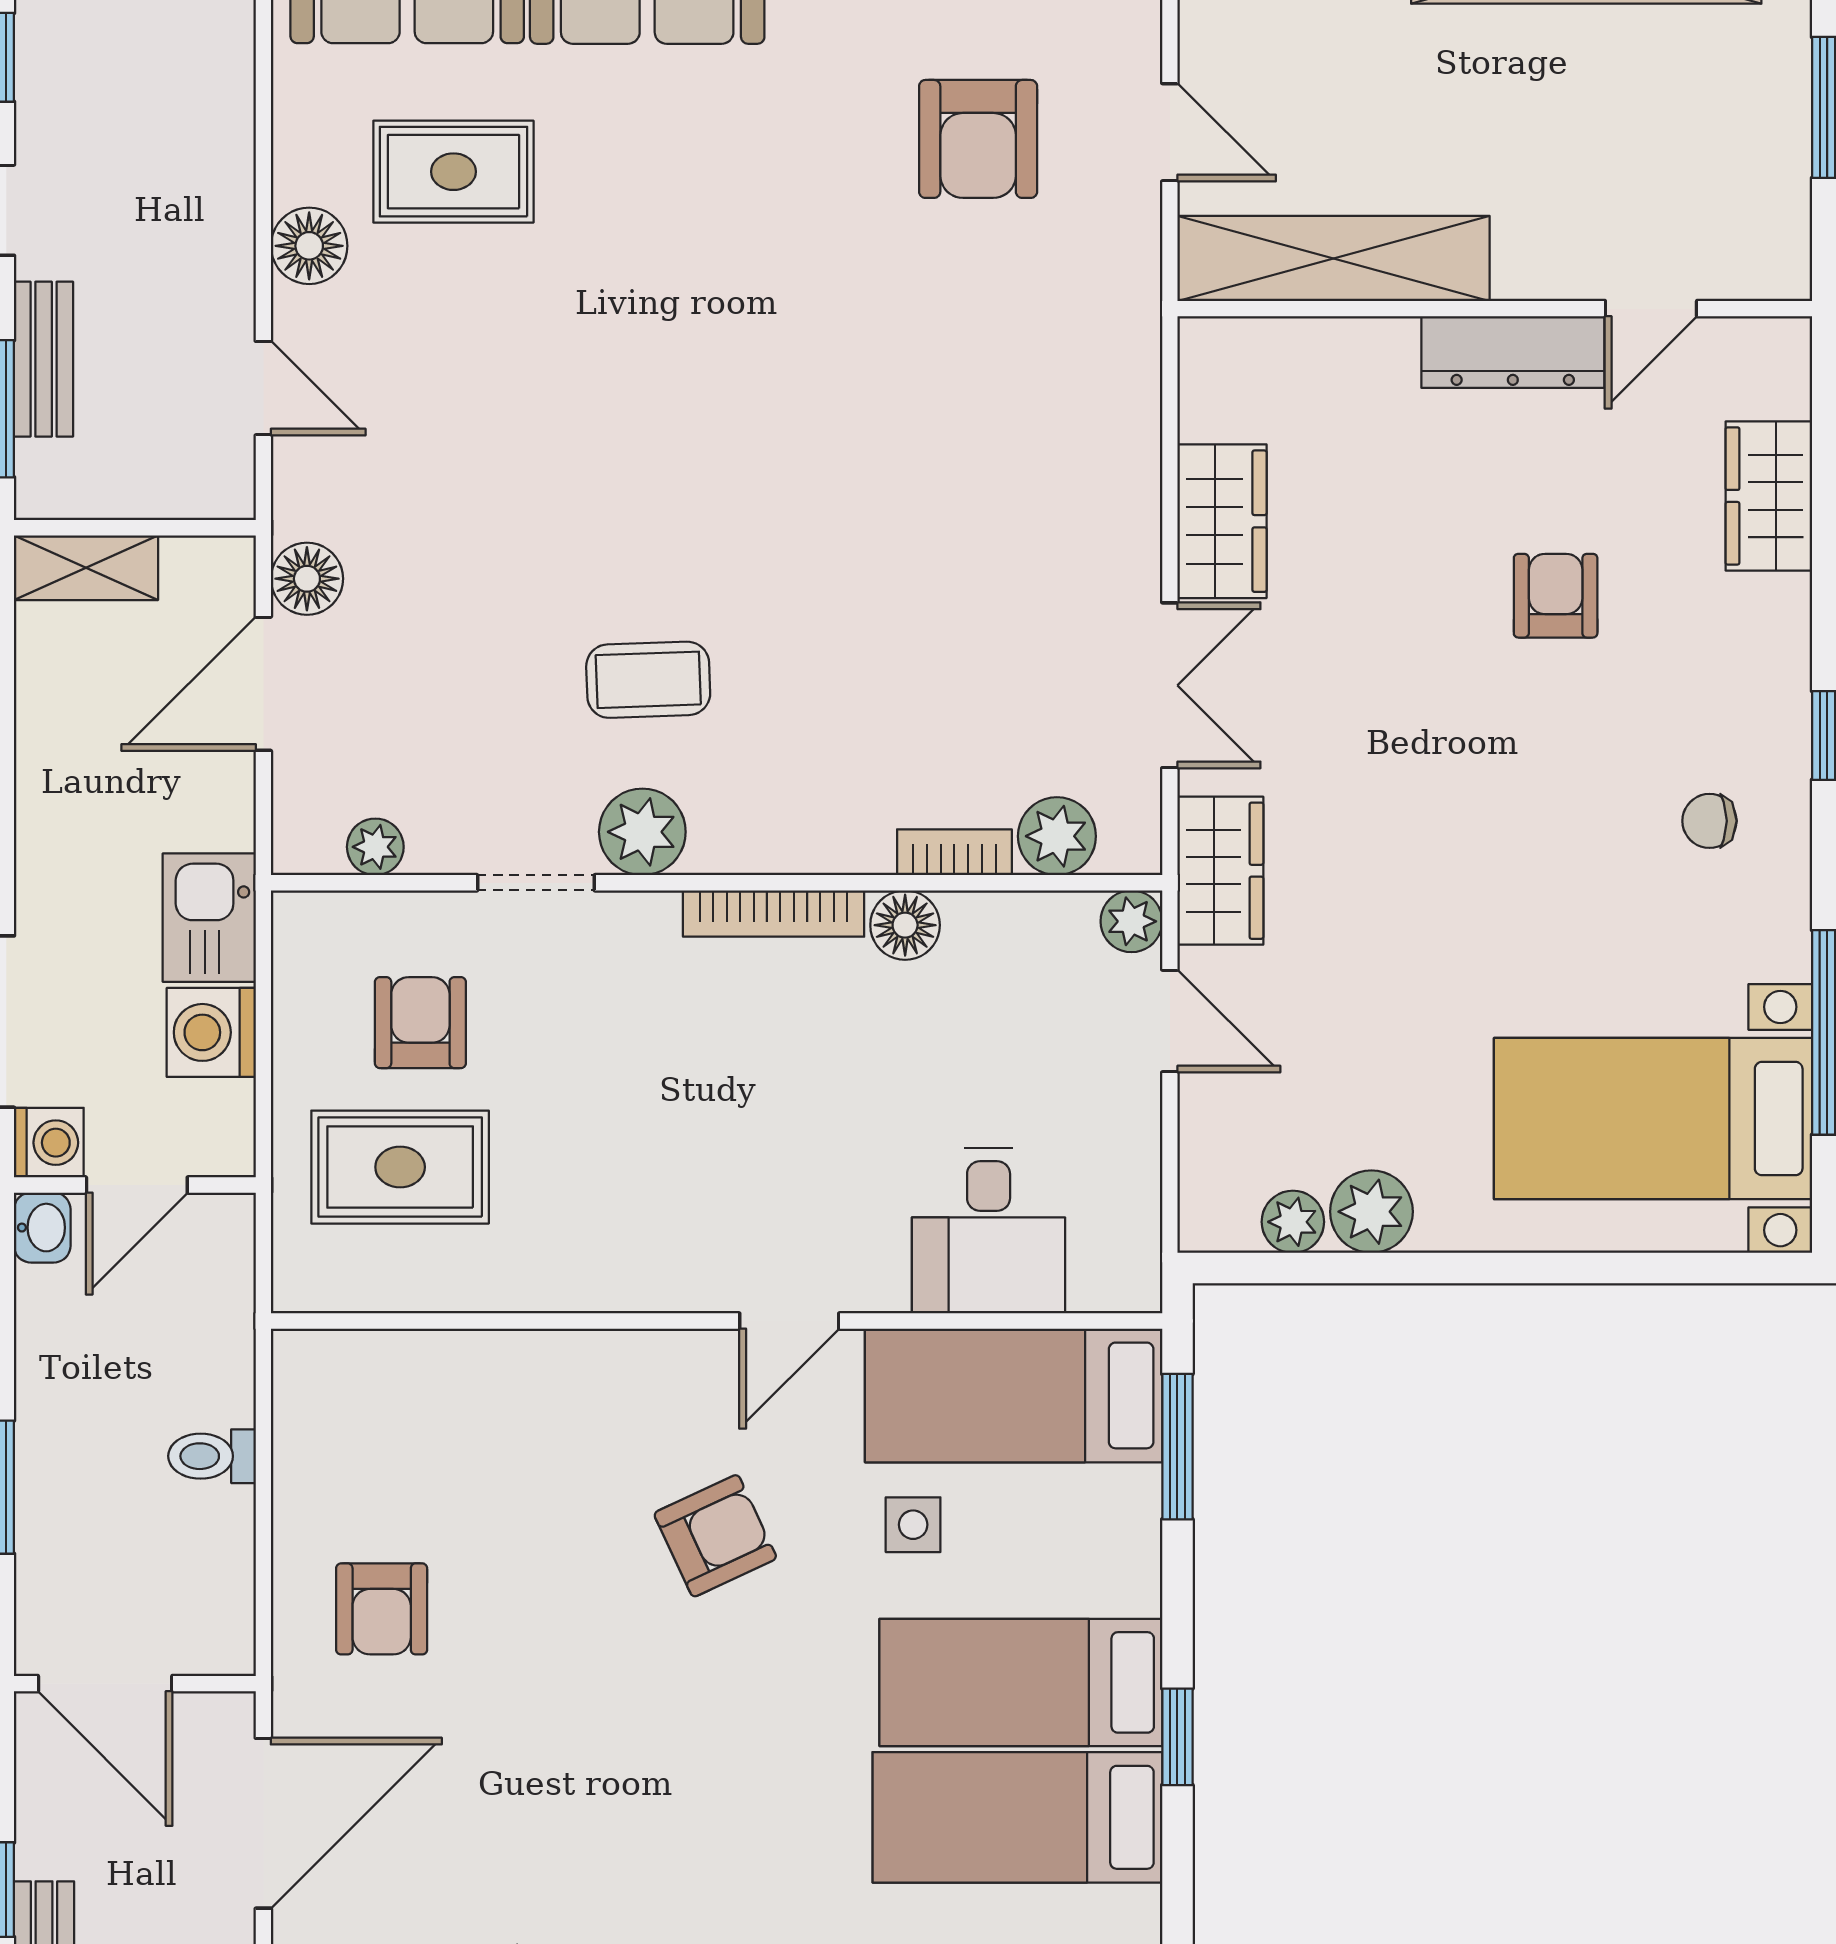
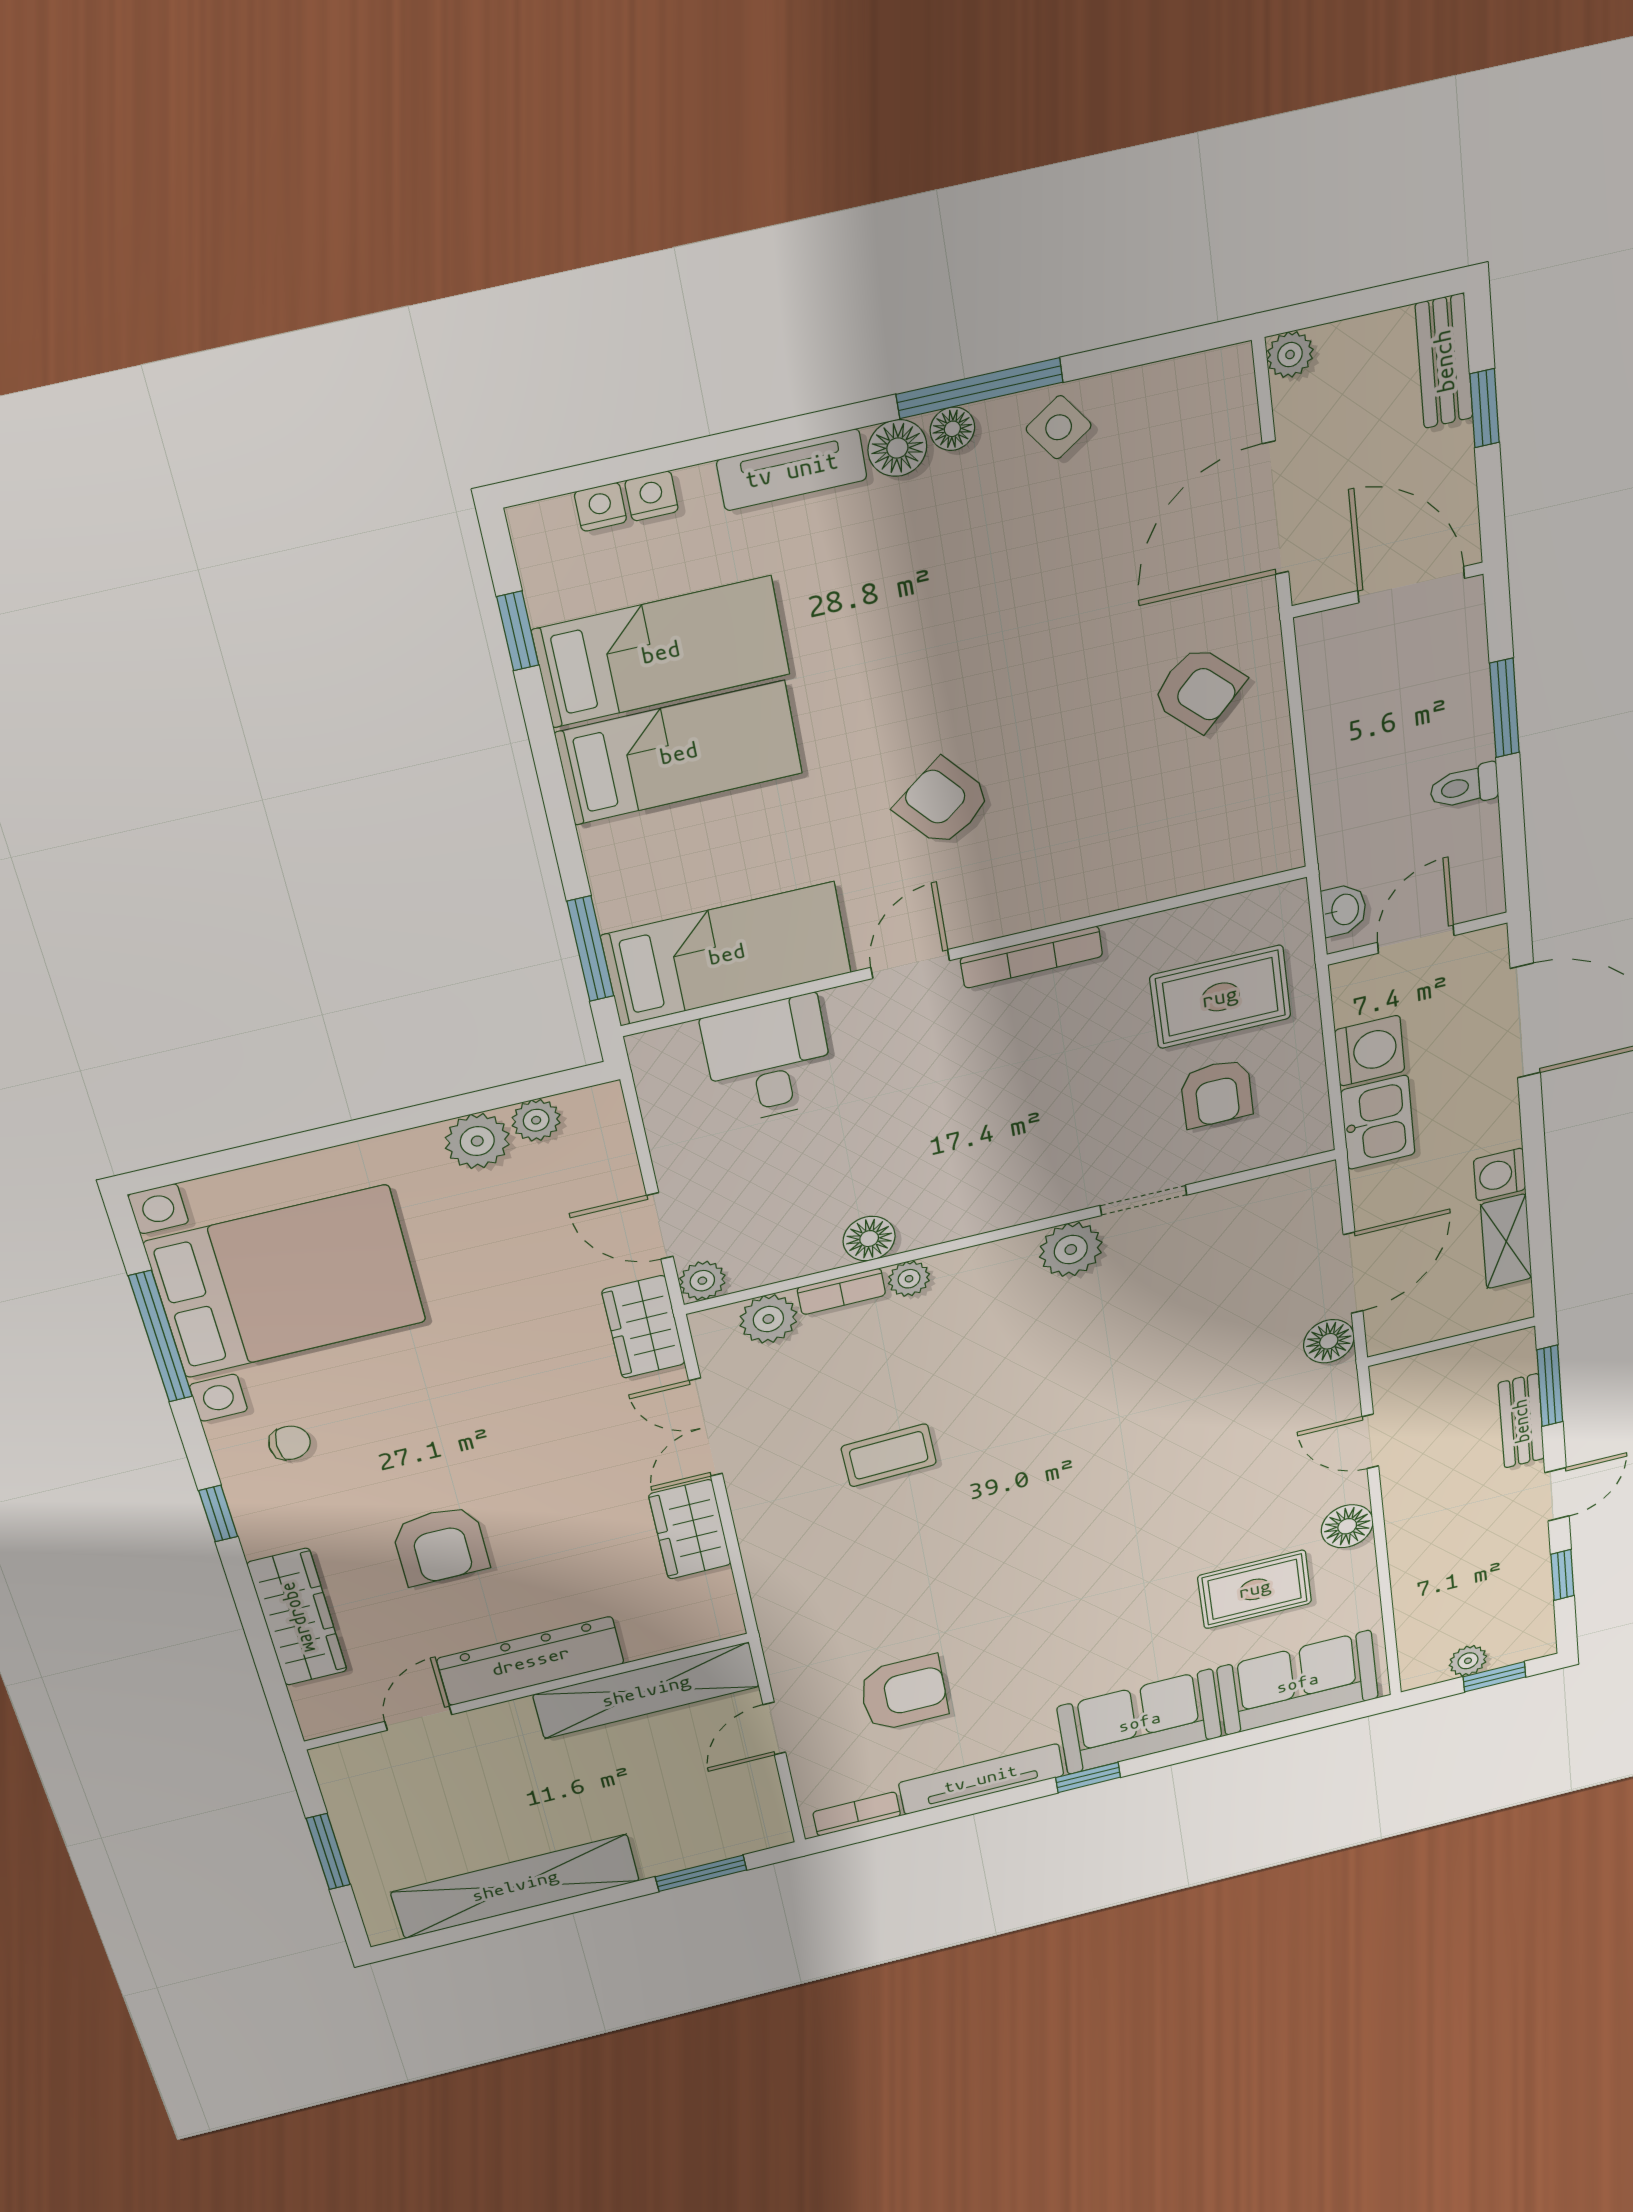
door: (1170, 132) -> (774, 1729), hinge flipped
armchair: (978, 139) -> (904, 1693), turned 90
dresser: (1513, 352) -> (531, 1661), width x1.37, depth x1.24
wardrobe: (1769, 496) -> (297, 1617), width x1.50
shelving: (86, 568) -> (1506, 1241), moved, turned 90
armchair: (1556, 596) -> (440, 1545), width x1.38, depth x1.38
coffee table: (648, 680) -> (889, 1455), moved
plant: (375, 847) -> (909, 1279), moved
bookcase: (774, 914) -> (1032, 957), moved, turned 180
bed with nightstands: (1653, 1119) -> (286, 1282), width x1.36
washing machine: (49, 1143) -> (1500, 1174), moved
washbasin: (42, 1228) -> (1344, 910), moved, turned 180
toilet: (212, 1456) -> (1464, 786), moved, turned 180
side table: (913, 1525) -> (788, 846), removed
armchair: (715, 1536) -> (943, 802), turned 76
armchair: (382, 1609) -> (1198, 689), turned 135
window: (1177, 1737) -> (518, 631), moved

